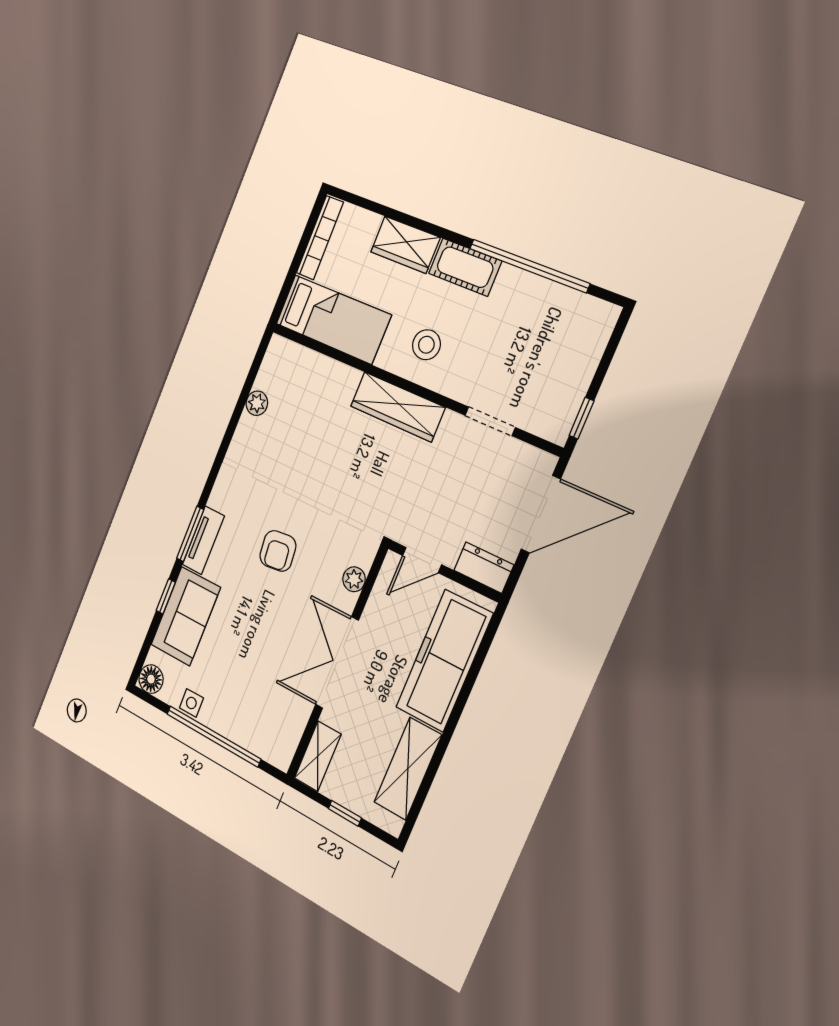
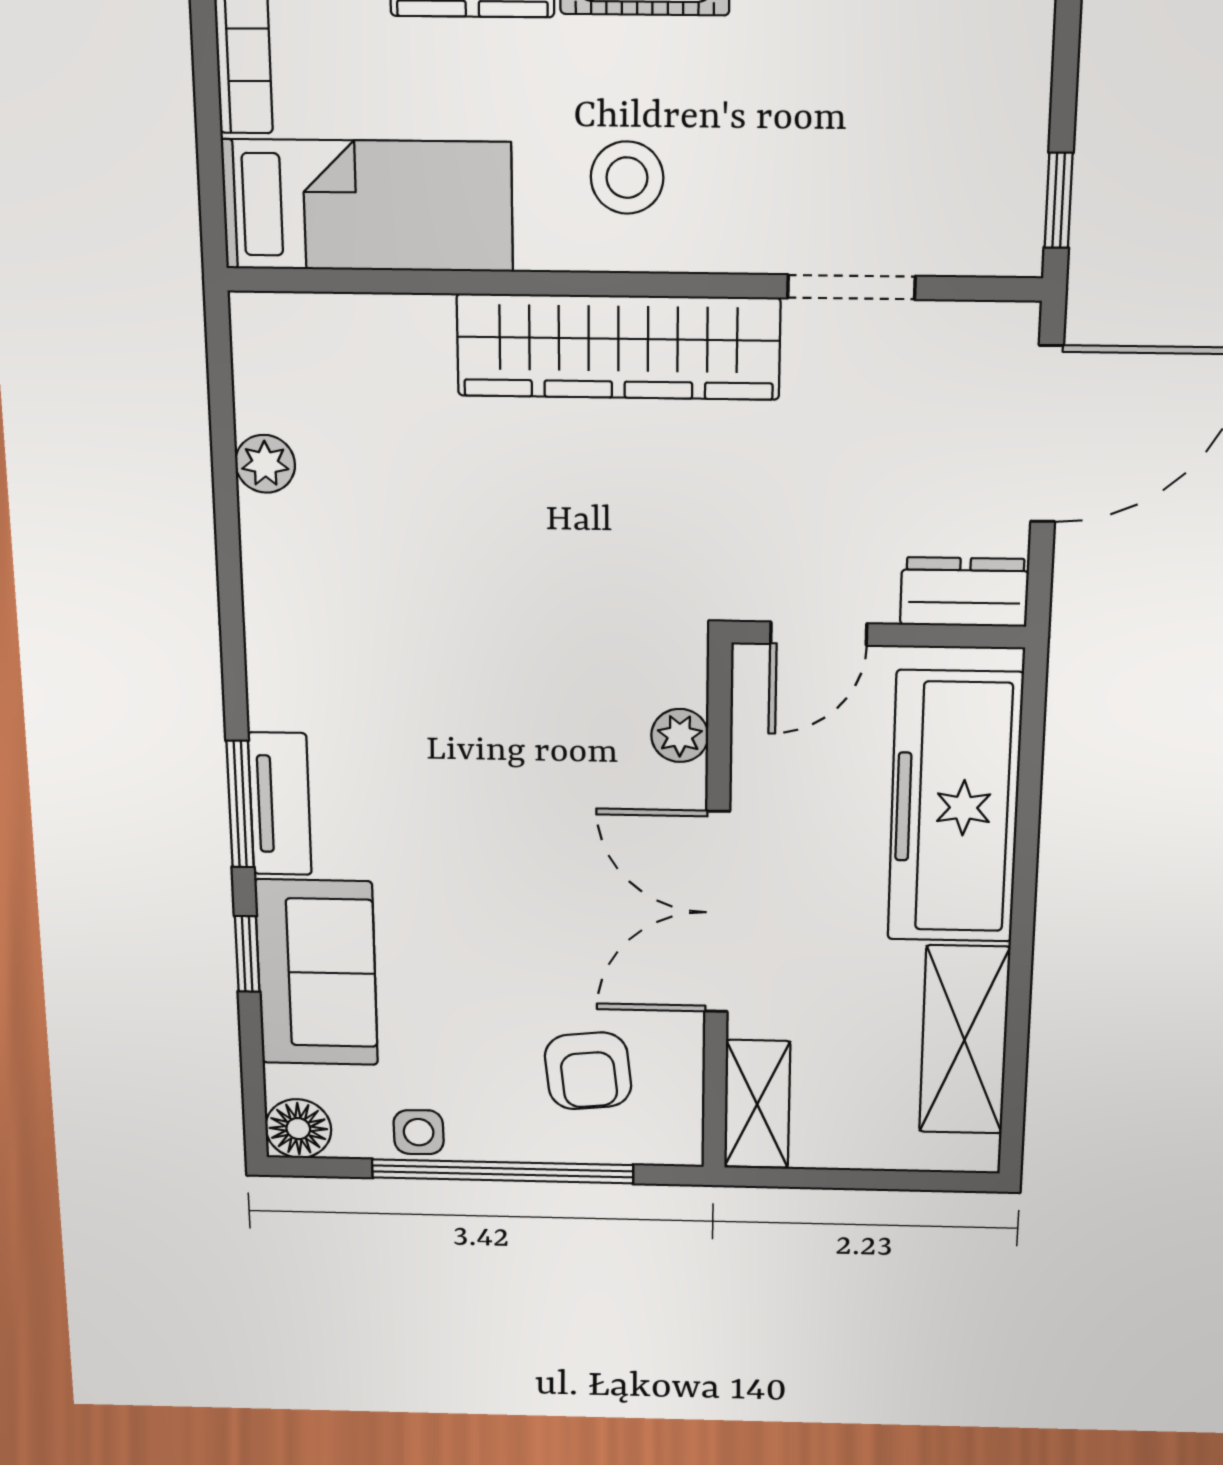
wardrobe: (398, 407) -> (618, 347), width x1.40, depth x1.17
armchair: (278, 551) -> (588, 1071), moved
window: (345, 813) -> (865, 1180), removed

